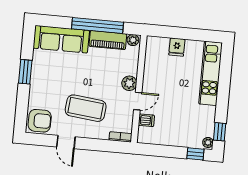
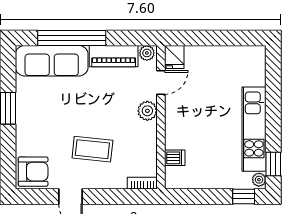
window: (98, 25) -> (72, 38), moved
fridge: (177, 47) -> (174, 57), moved
kitchen unit: (211, 73) -> (254, 129), moved
door: (138, 101) -> (161, 82), moved
coffee table: (86, 108) -> (92, 149), width x0.73, depth x0.76

